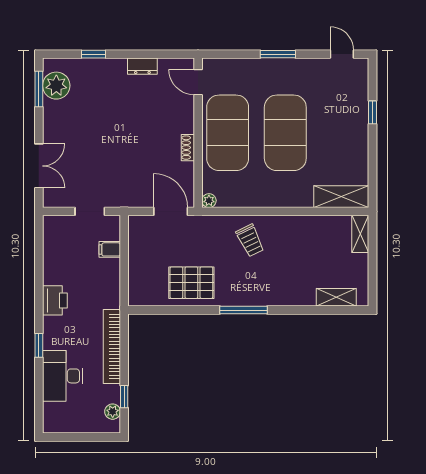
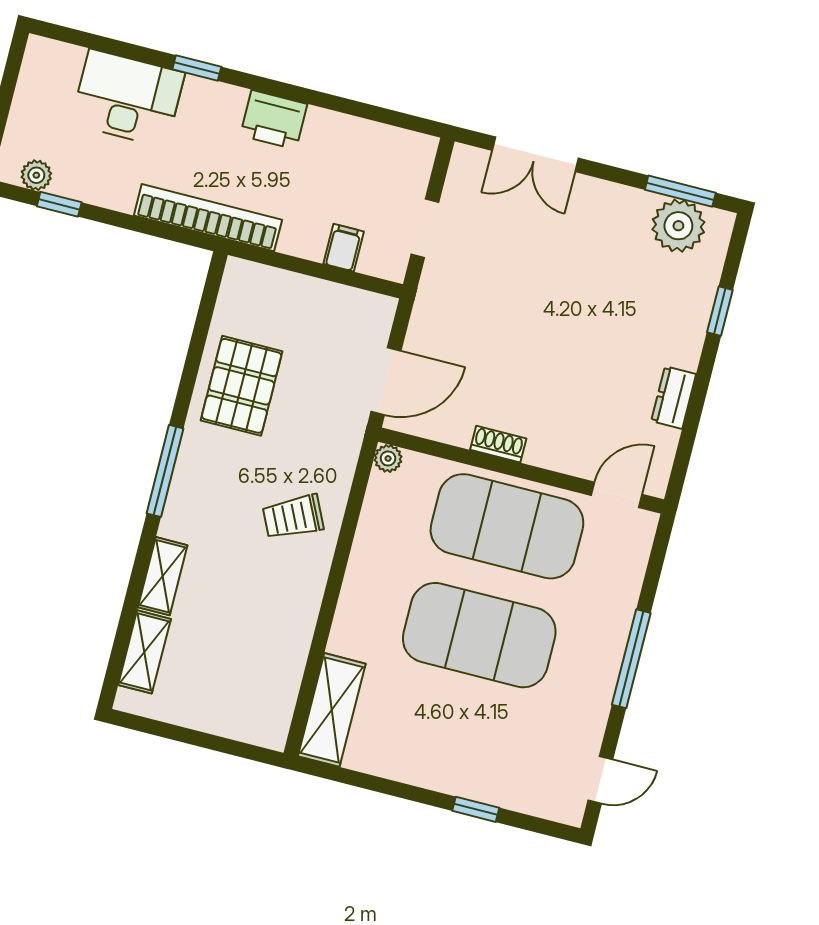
window: (278, 54) -> (631, 659), width x1.44
shelving: (360, 234) -> (163, 576), moved, turned 90
bookcase: (112, 346) -> (208, 218), moved

